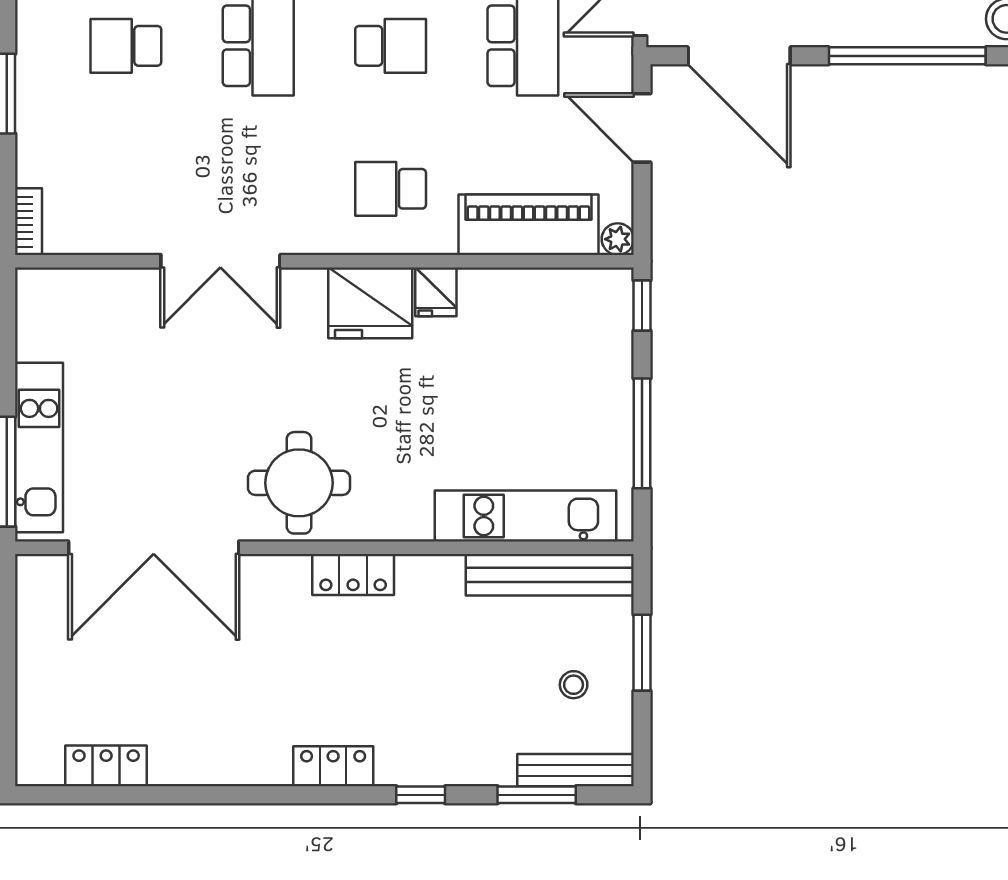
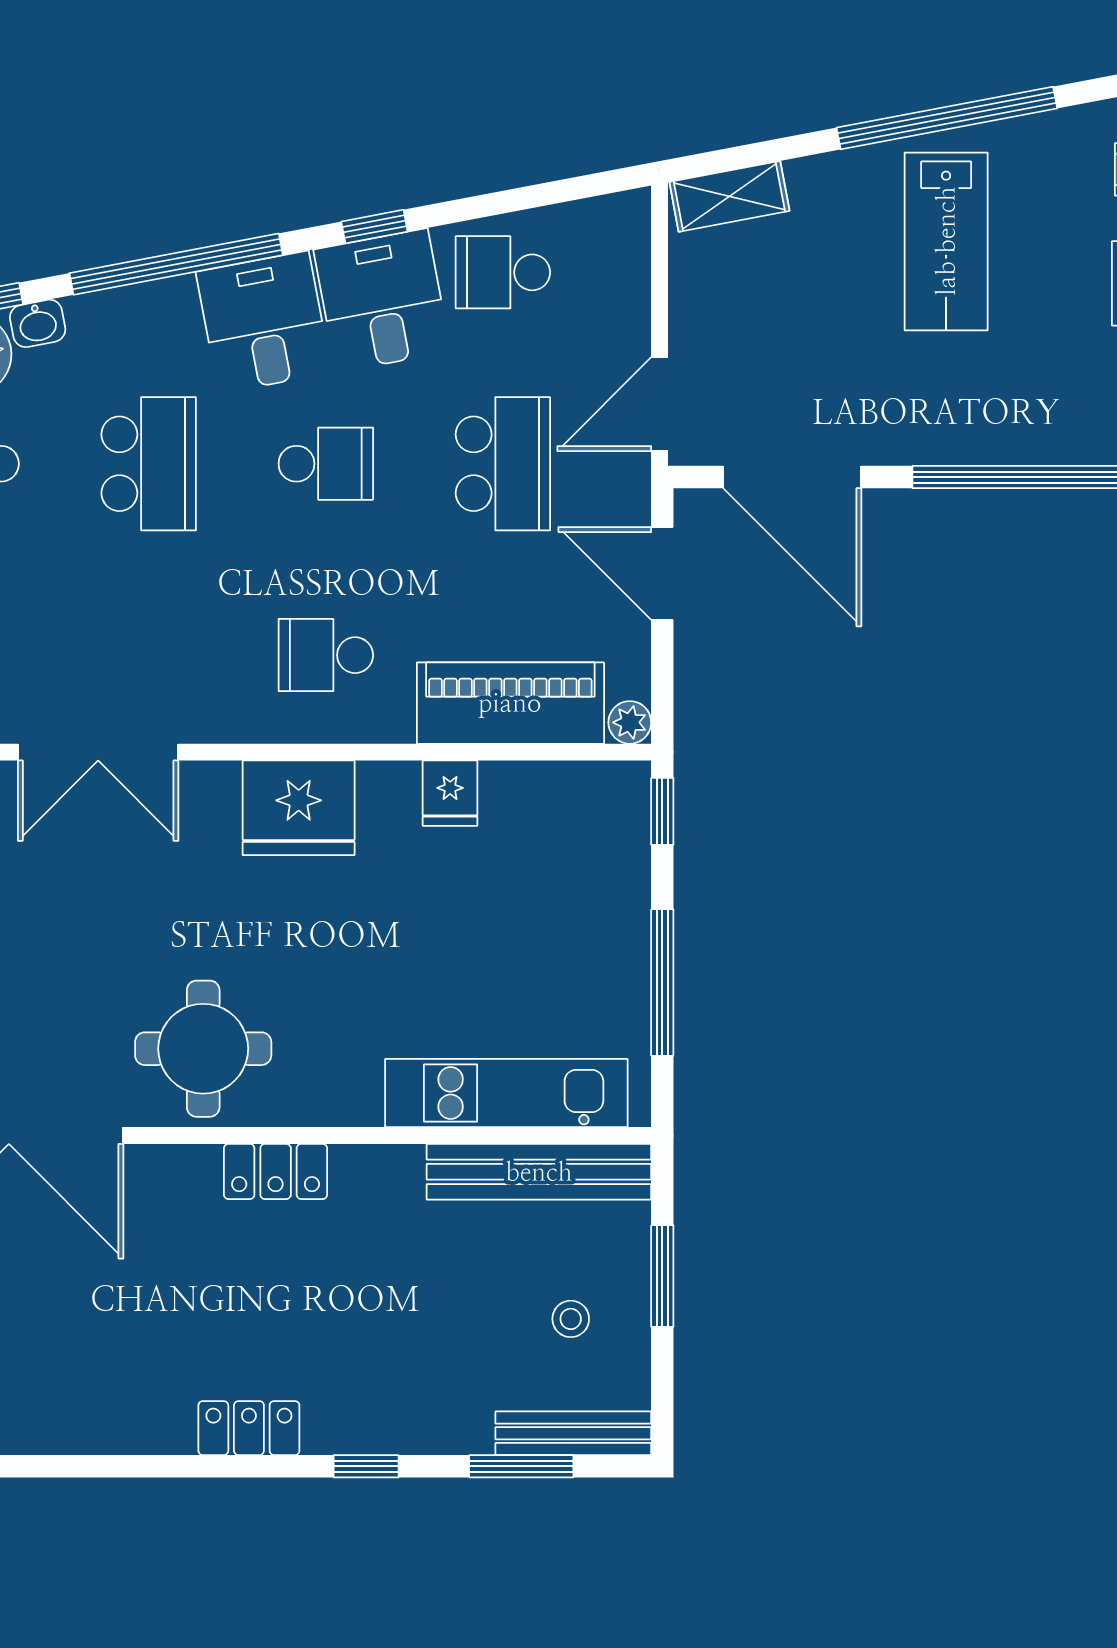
fridge: (436, 292) -> (450, 793), moved

